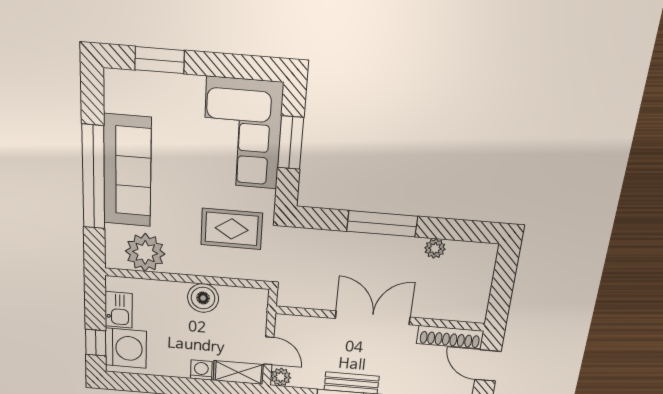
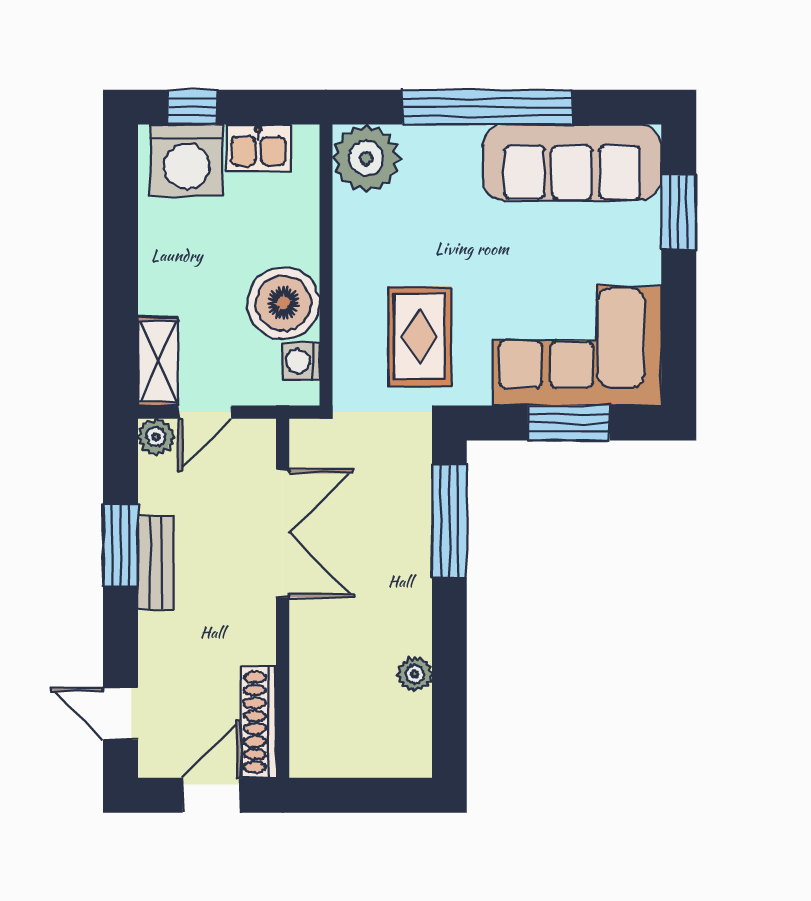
sofa: (127, 171) -> (572, 162), moved
window: (382, 224) -> (449, 521), moved
plant: (145, 252) -> (366, 158), moved
boiler: (203, 298) -> (283, 303), width x1.37, depth x1.37
double door: (373, 318) -> (283, 533), moved
washing machine: (201, 370) -> (301, 361), moved, turned 180

